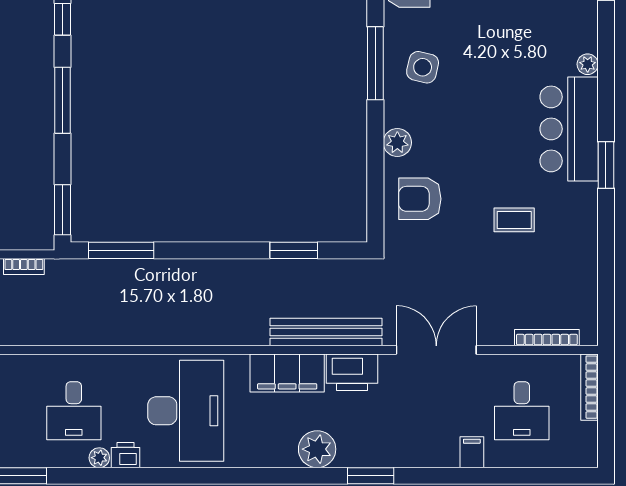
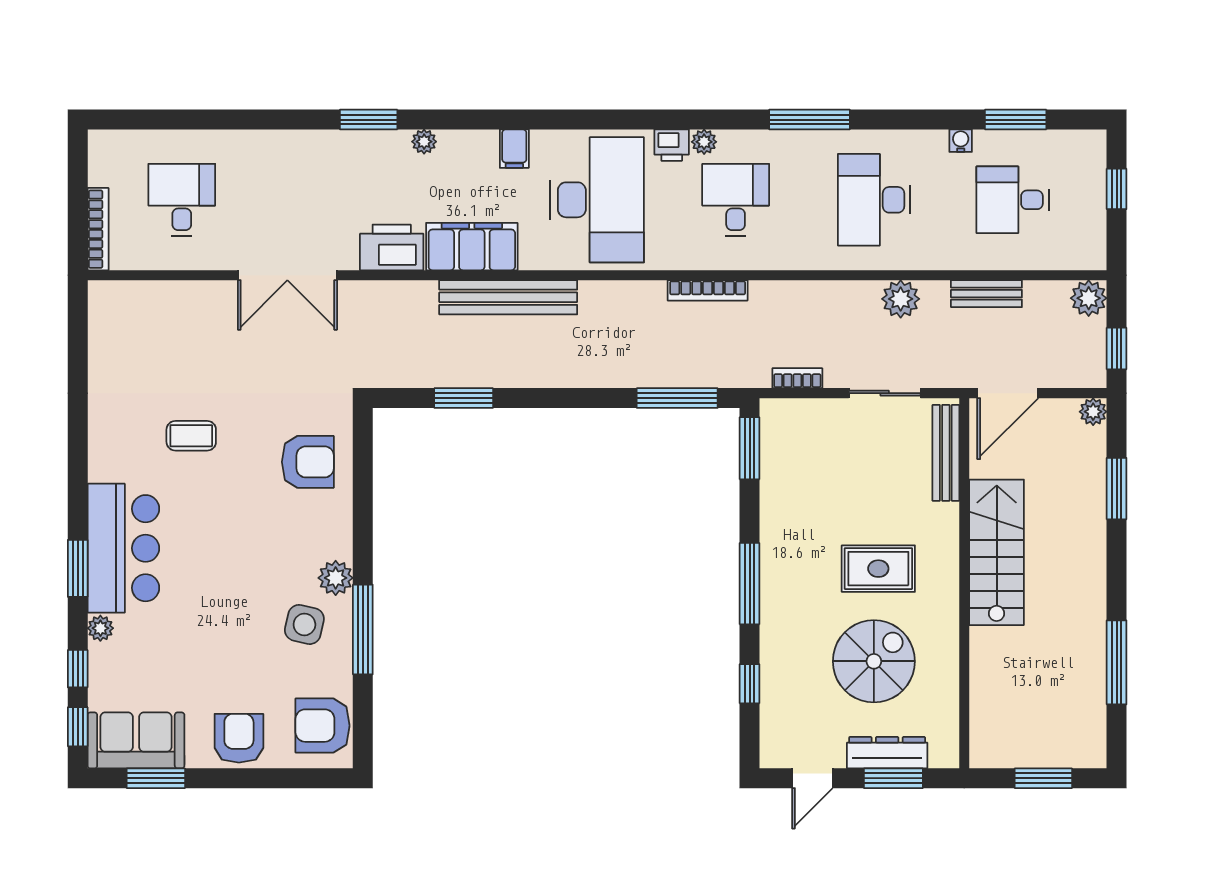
window: (606, 31) -> (78, 669), added
plant: (397, 143) -> (336, 578), moved
window: (606, 165) -> (78, 568), moved
bench: (326, 332) -> (508, 297), moved
bookcase: (547, 338) -> (708, 290), moved
desk: (186, 411) -> (597, 200), turned 180
plant: (317, 449) -> (424, 142), width x0.53, depth x0.53
filing cabinet: (472, 452) -> (514, 149), moved

